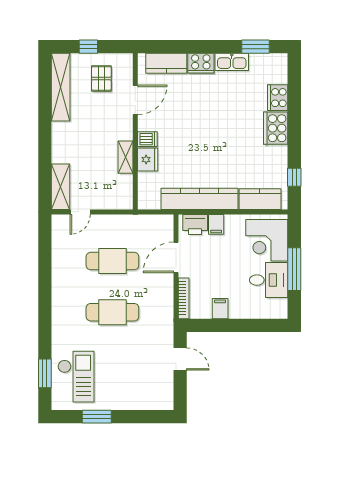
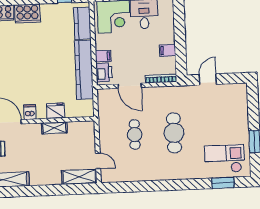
dishwasher: (147, 139) -> (30, 112), moved
cafe table: (112, 261) -> (135, 135), width x0.73, depth x0.74

